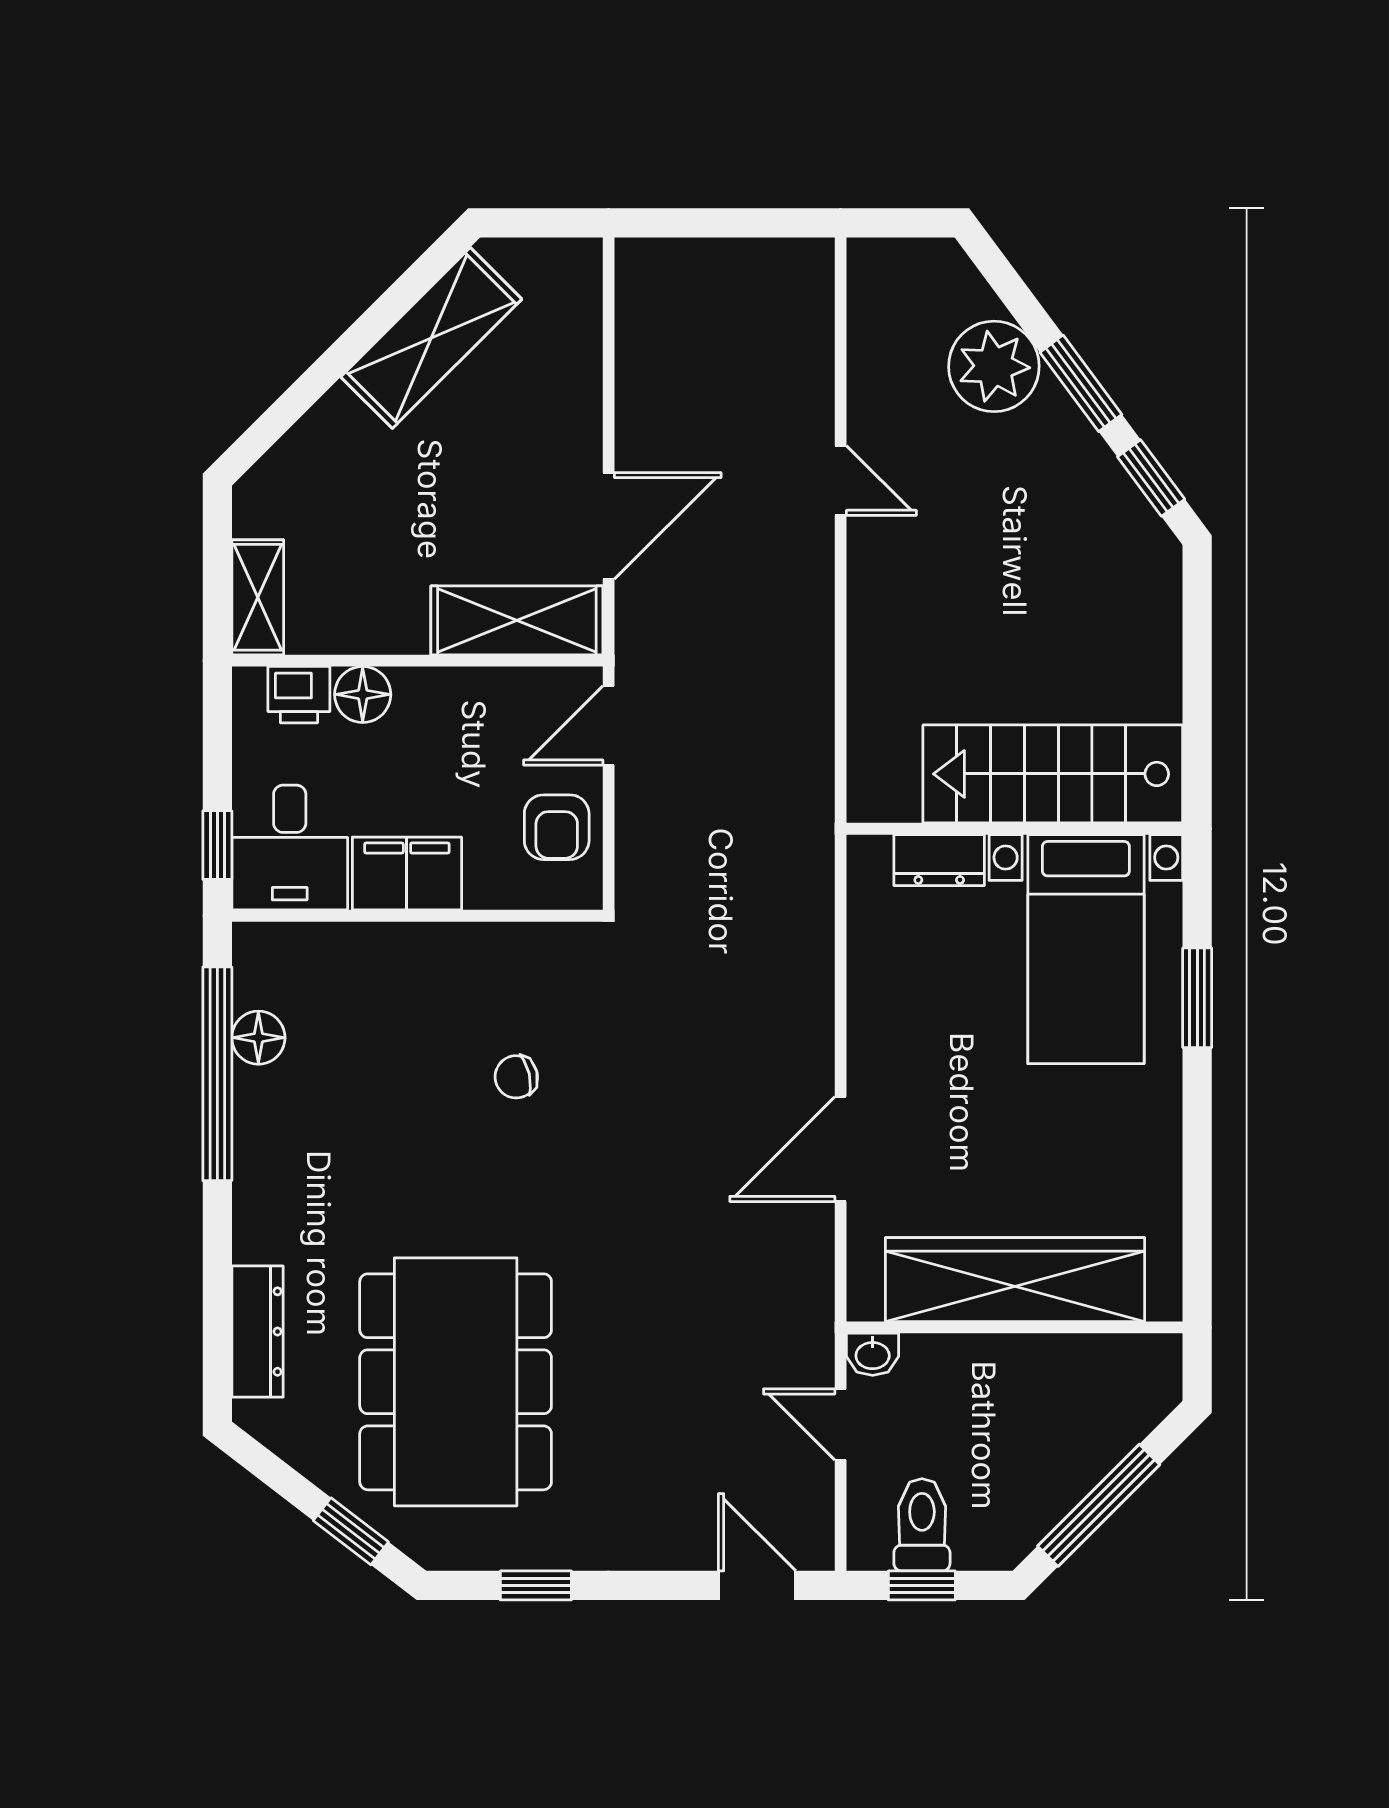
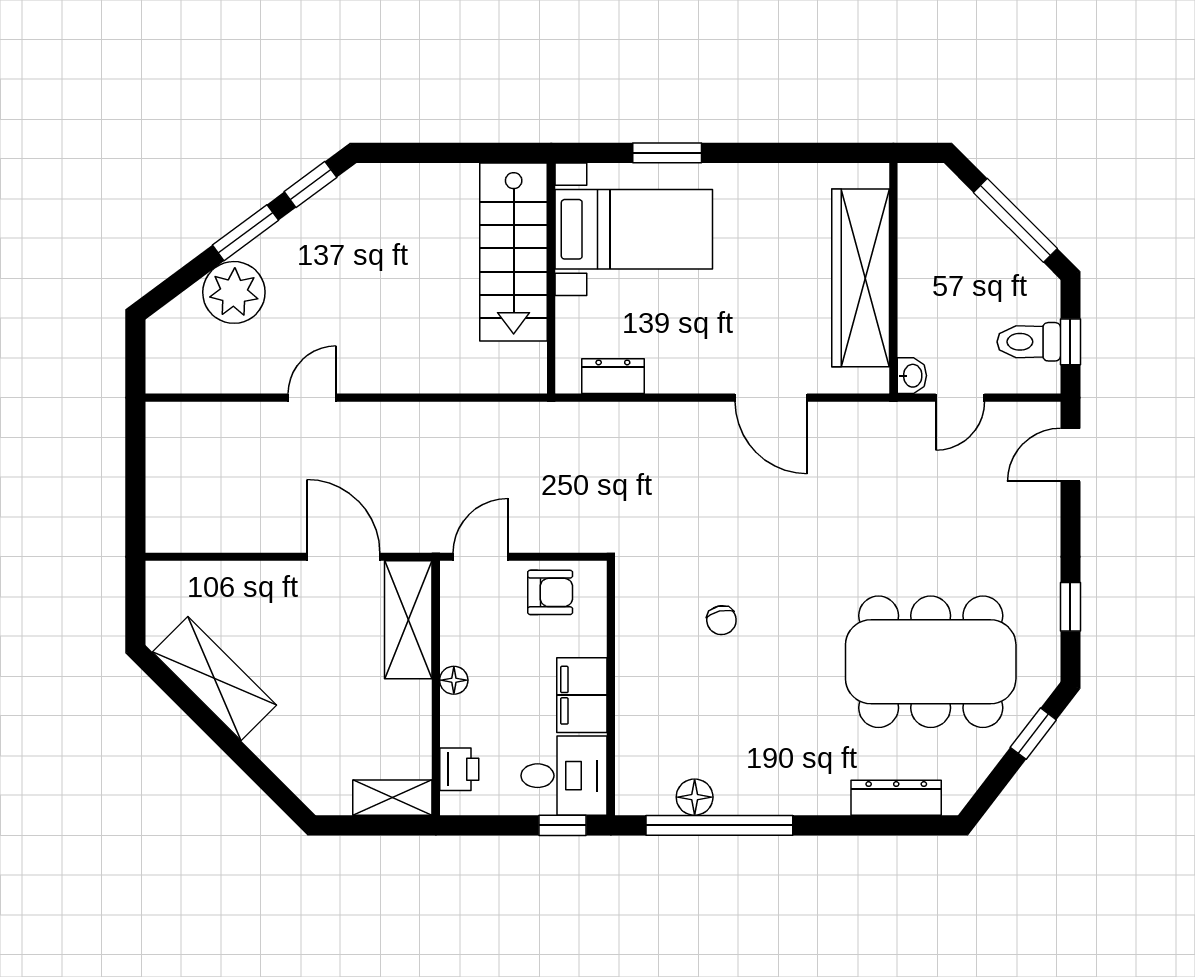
floor lamp: (363, 694) -> (454, 680), moved, width x0.73, depth x0.73
door: (609, 725) -> (480, 557), swing flipped
dresser: (939, 860) -> (613, 376), moved, turned -90

